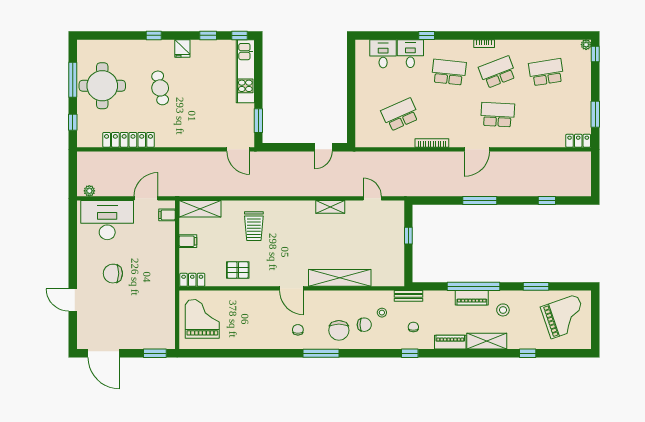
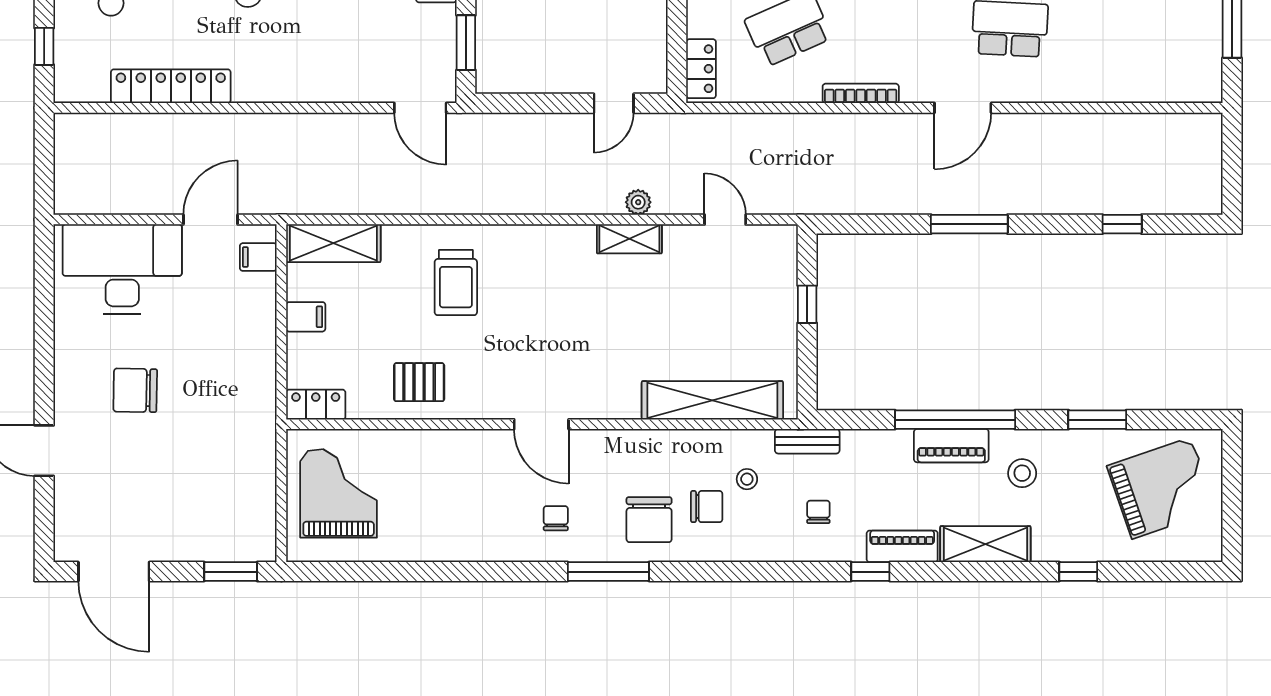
locker: (578, 141) -> (701, 69), moved, turned 90
plant: (89, 191) -> (638, 202), moved
shelving: (340, 278) -> (712, 400), moved
window: (410, 353) -> (870, 572), moved

